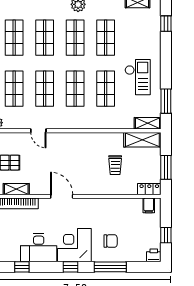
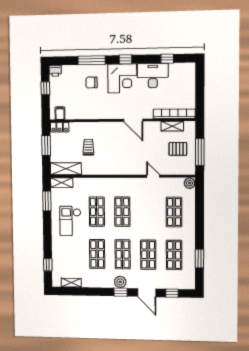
shop shelf: (45, 89) -> (148, 212), removed

